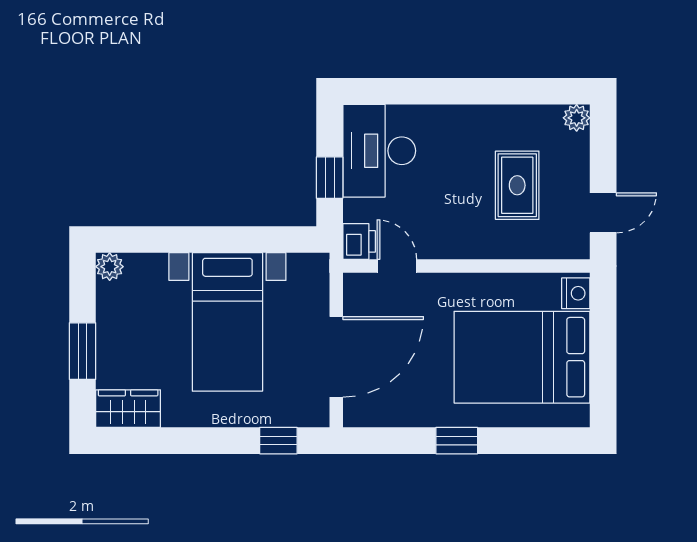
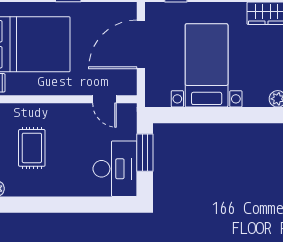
window: (330, 178) -> (145, 153), width x1.50
printer: (359, 241) -> (127, 114), removed

